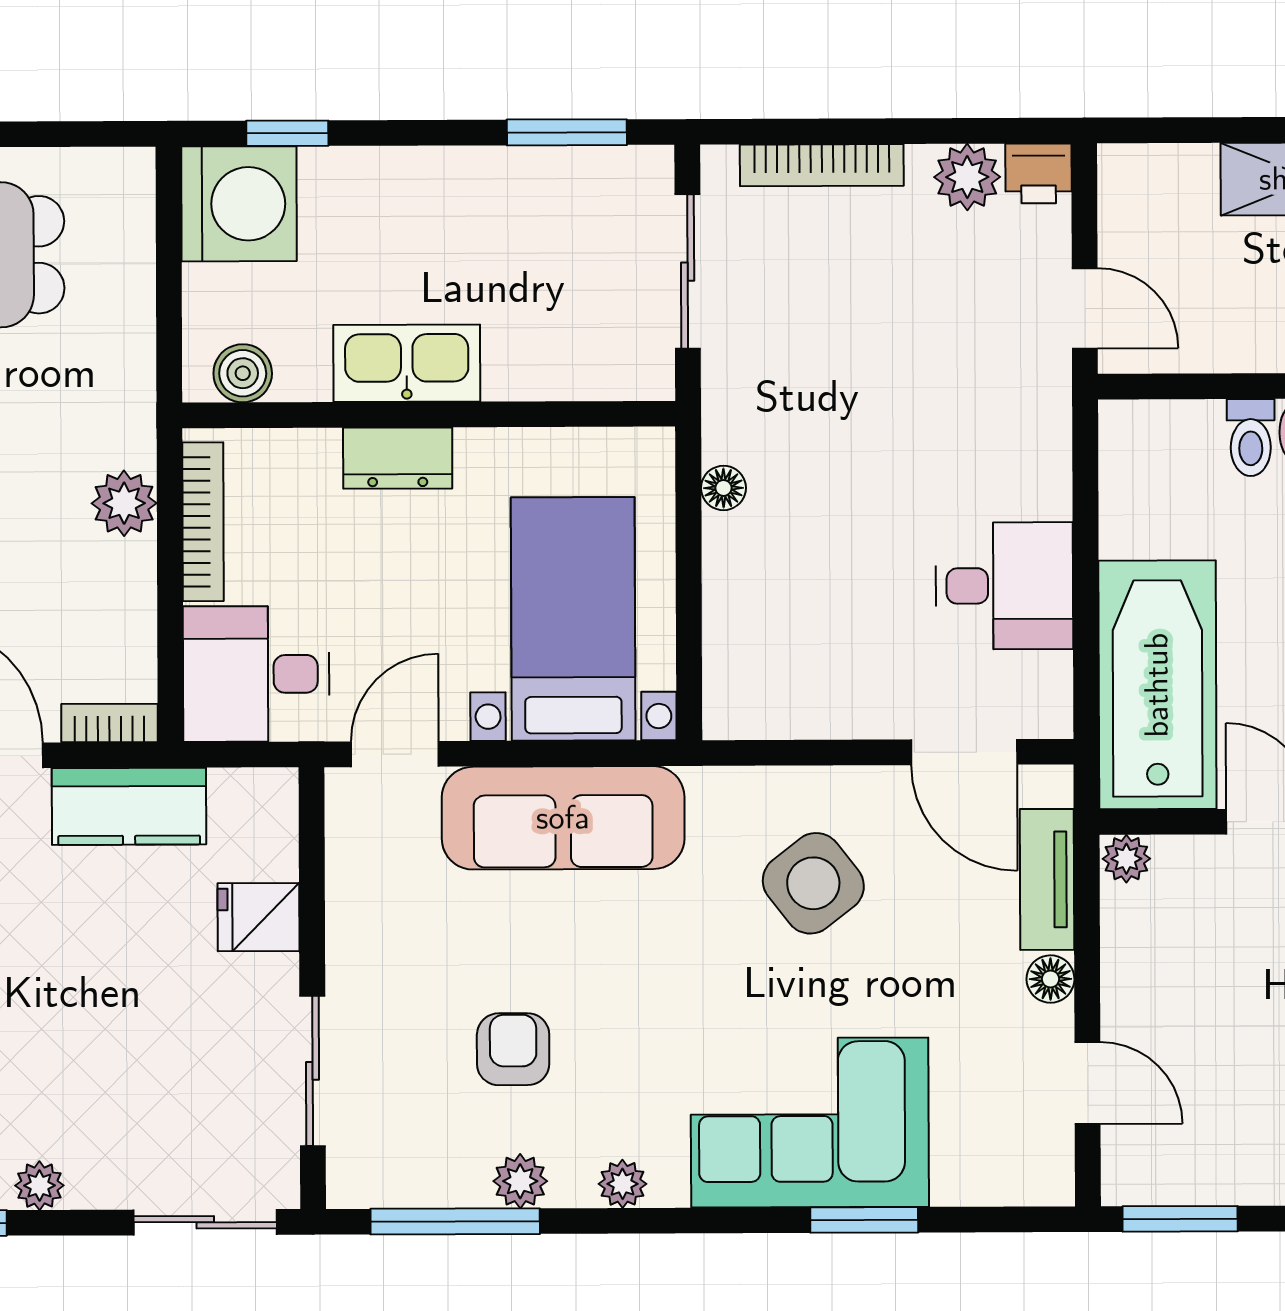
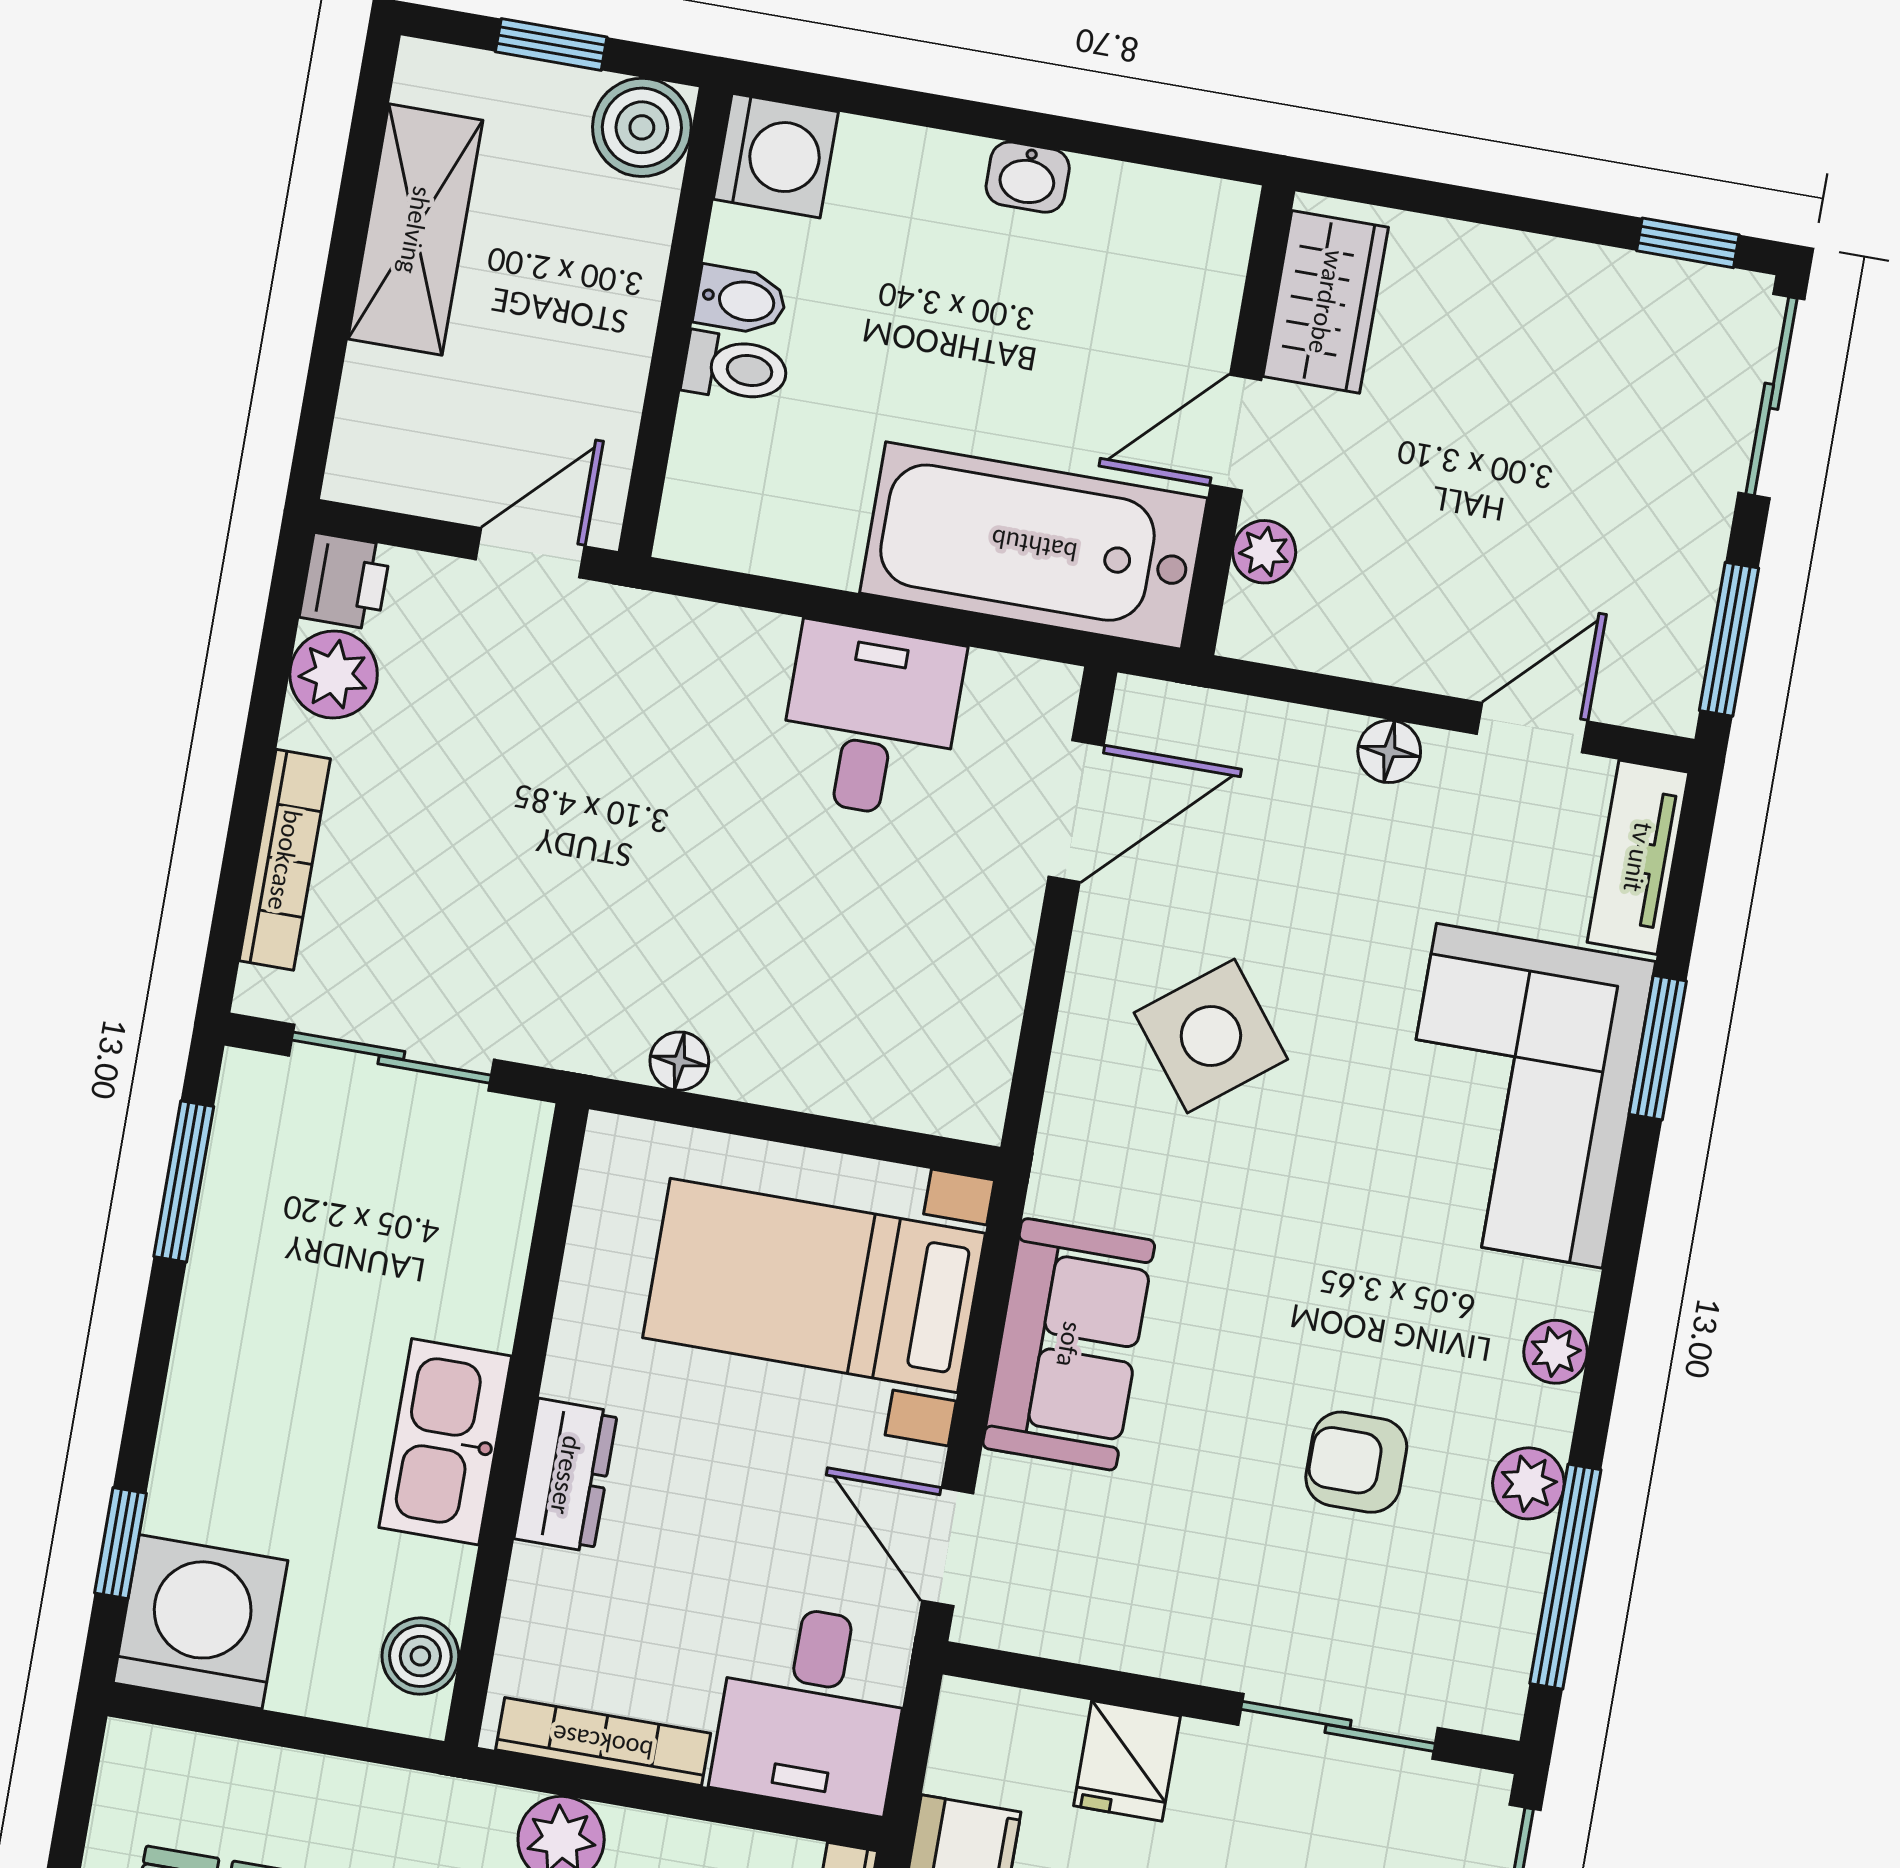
sofa: (563, 818) -> (1069, 1344), width x0.73
plant: (1126, 859) -> (1264, 552), moved
tv unit: (1047, 879) -> (1638, 857), moved, turned 90

